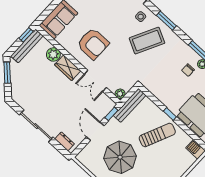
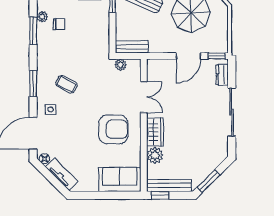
coffee table: (147, 41) -> (66, 84), width x0.54, depth x0.58
armchair: (93, 44) -> (113, 129), turned 90
plant: (120, 94) -> (120, 65), moved
bench: (130, 105) -> (132, 47), width x0.73
window: (111, 114) -> (217, 56), moved

